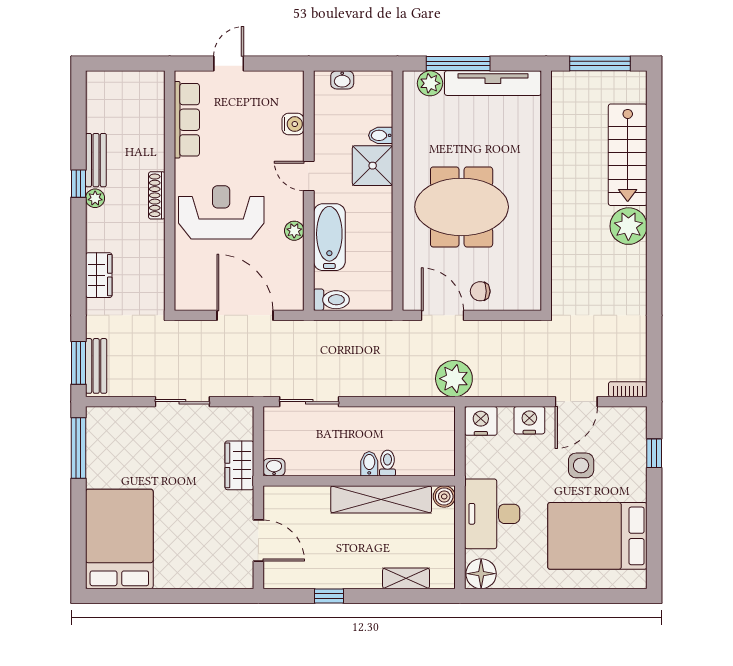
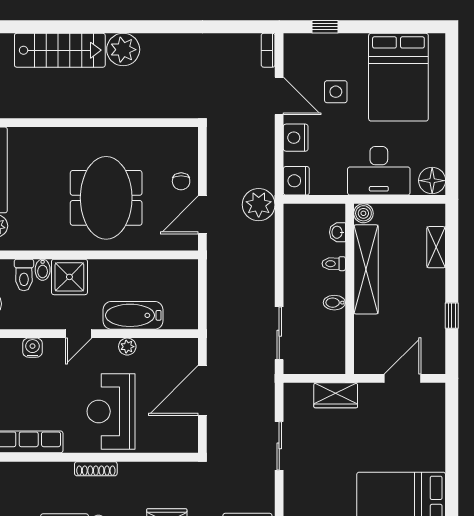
toilet: (331, 300) -> (24, 275), moved, turned 180
bidet: (369, 464) -> (334, 303), moved
washbasin: (274, 467) -> (337, 232), moved

